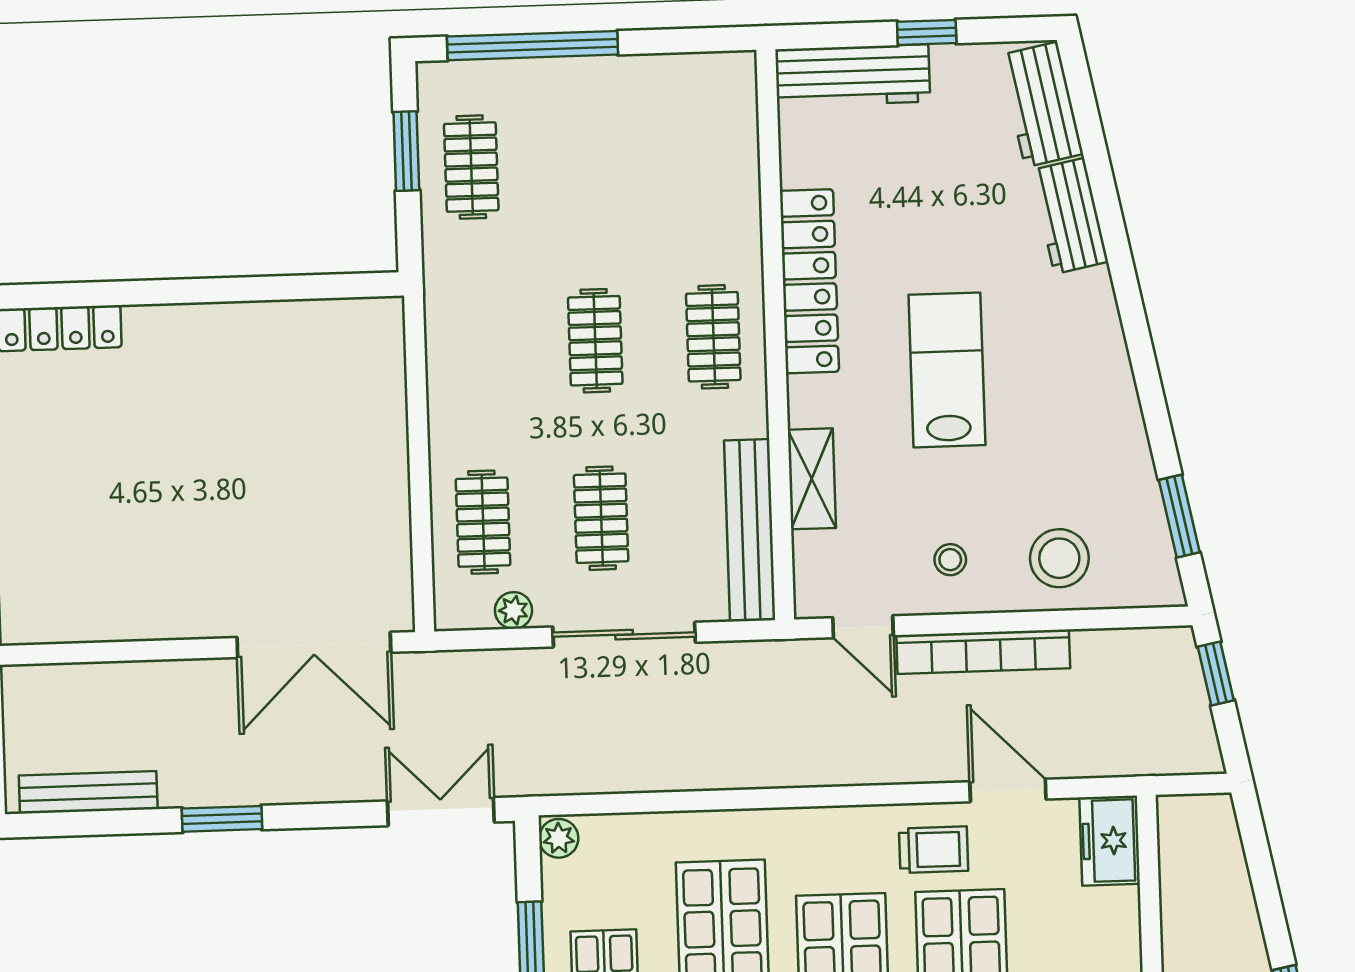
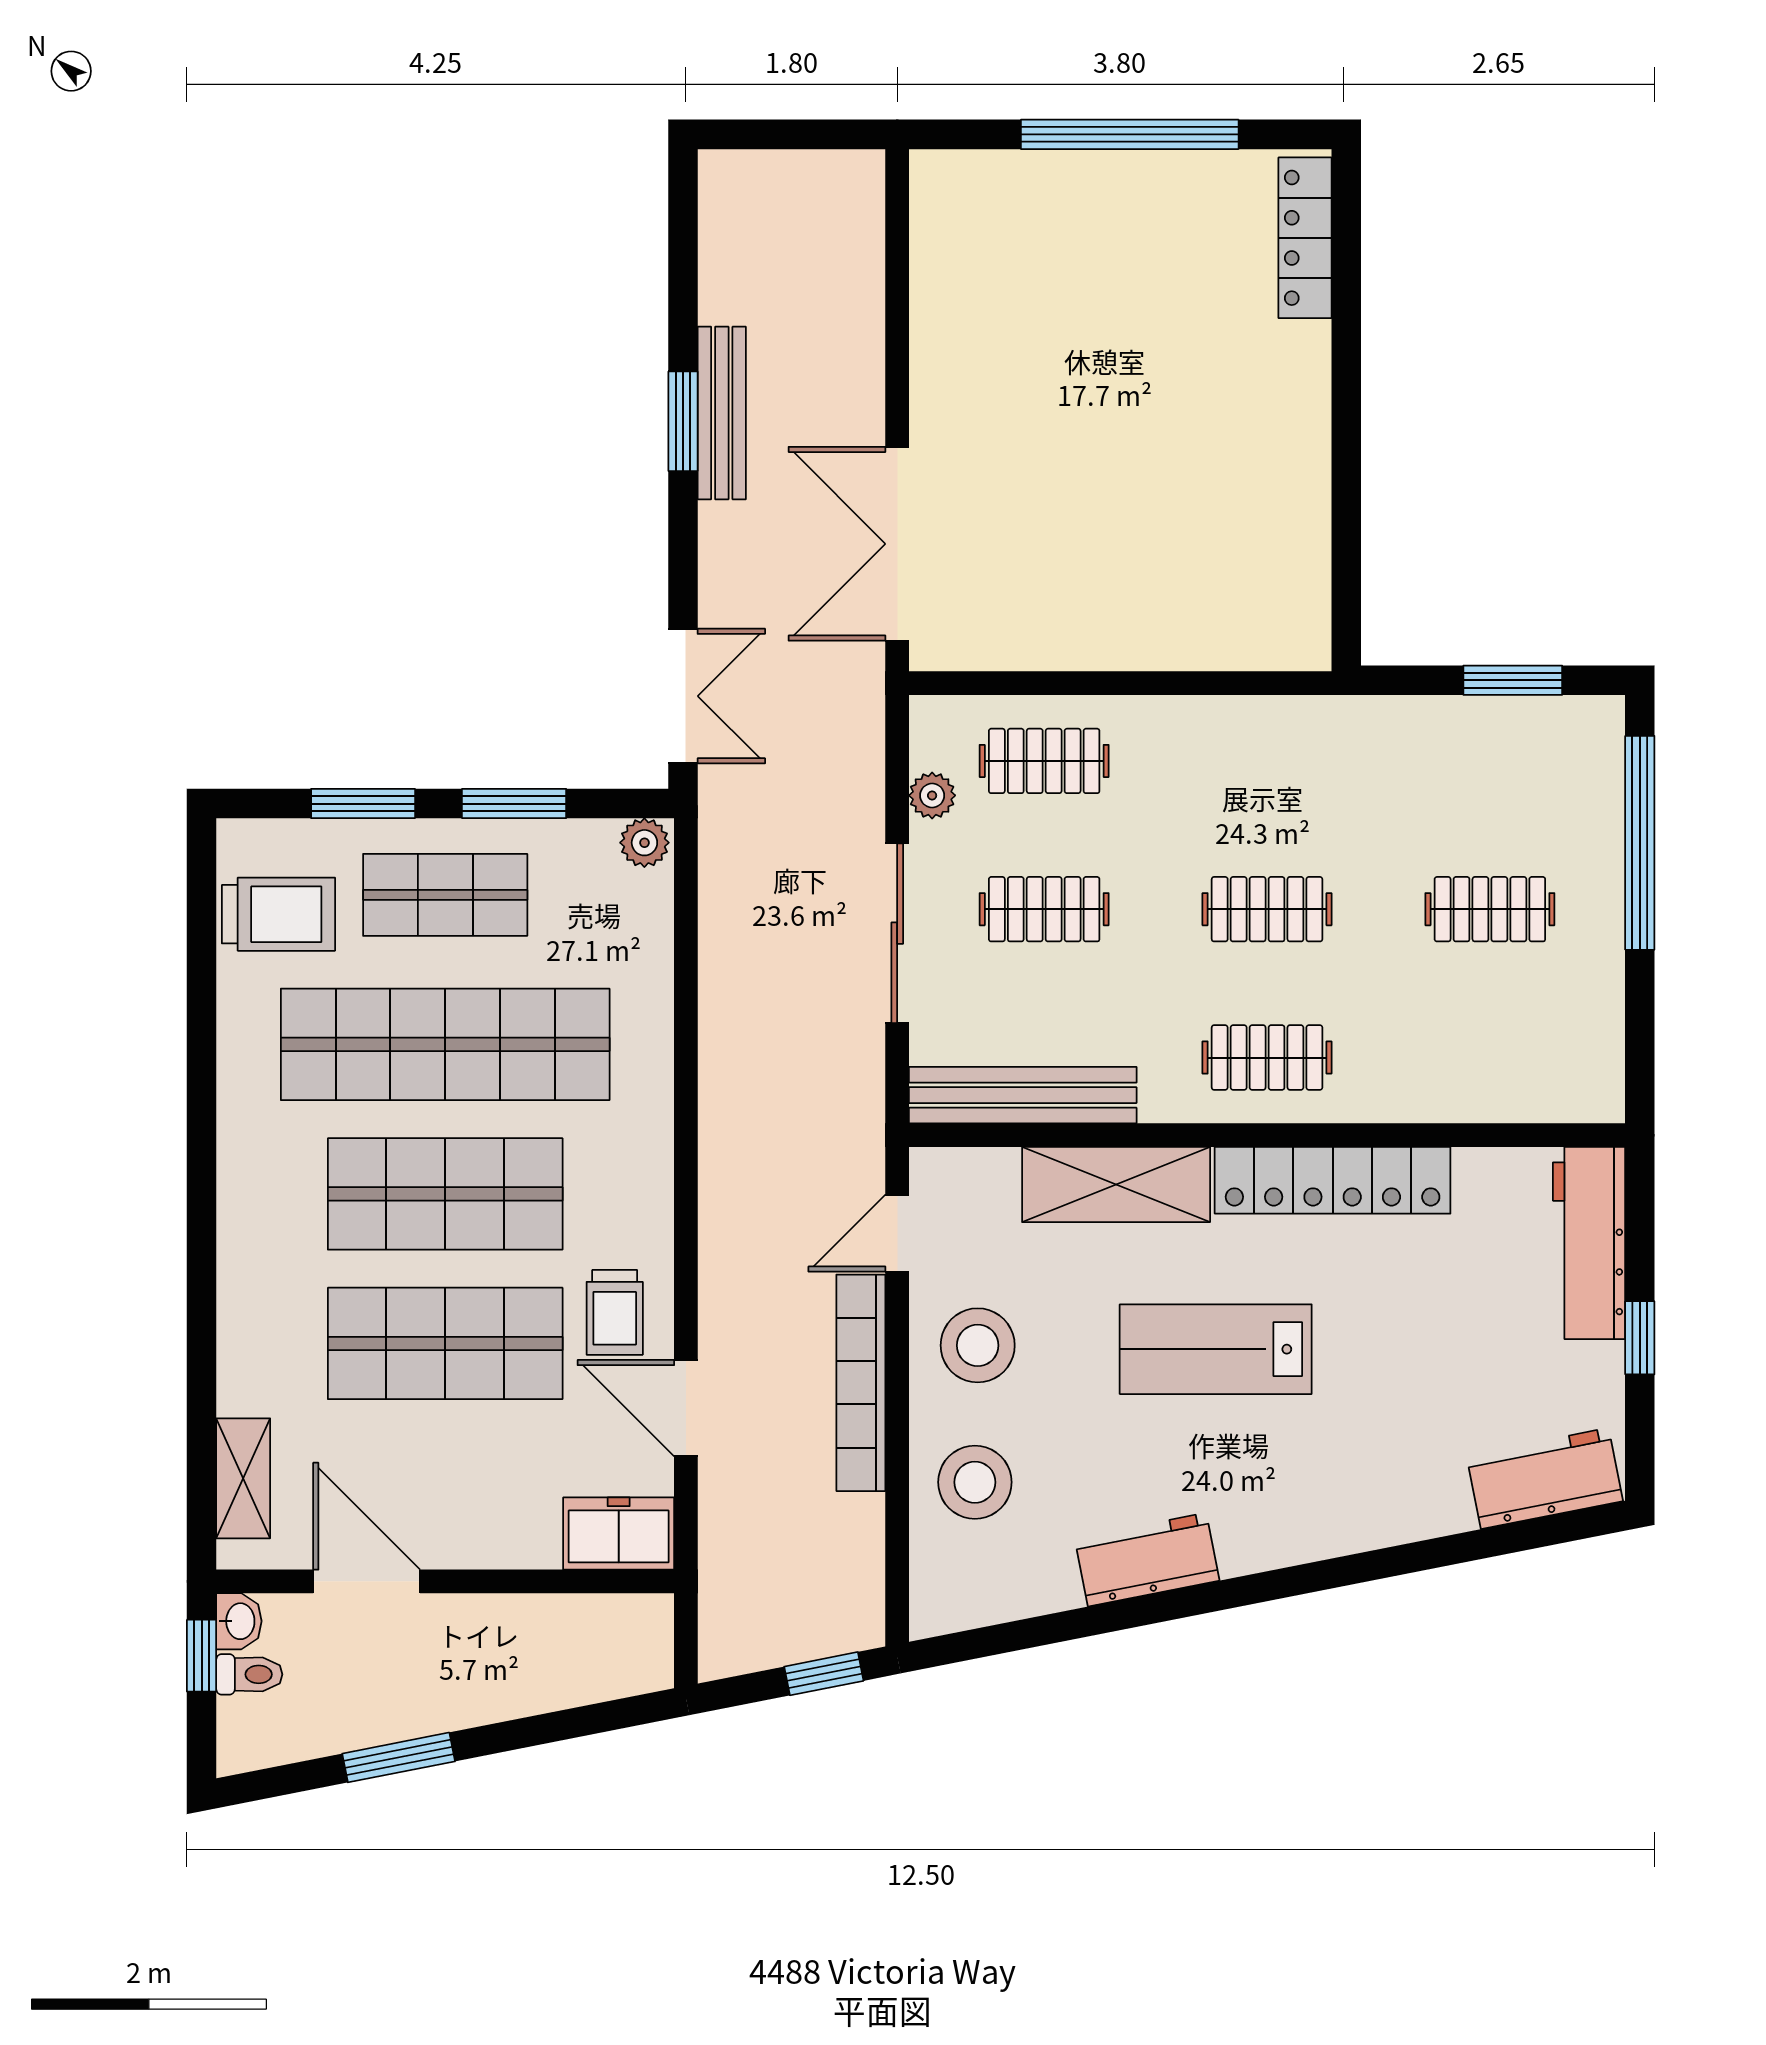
clothes rail: (471, 167) -> (1490, 909), moved
workbench: (1069, 216) -> (1147, 1560), moved
lab bench: (947, 370) -> (1216, 1349), turned 180
shelving: (812, 479) -> (1116, 1185), width x1.50, depth x1.33
window: (1179, 516) -> (1023, 1634), removed
stool: (950, 560) -> (978, 1345), width x1.89, depth x1.89
door: (1008, 790) -> (686, 1408), swing flipped
bench: (88, 792) -> (722, 413), moved

